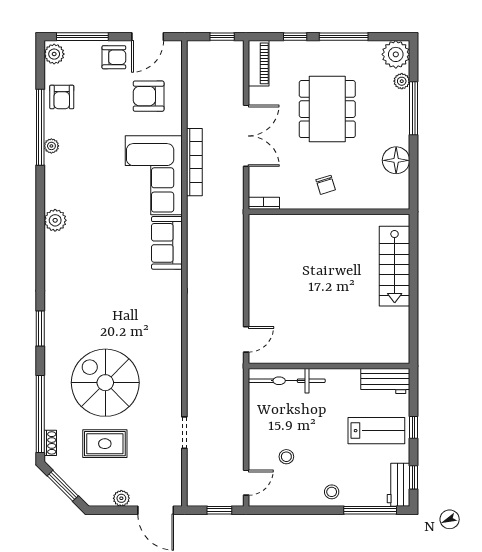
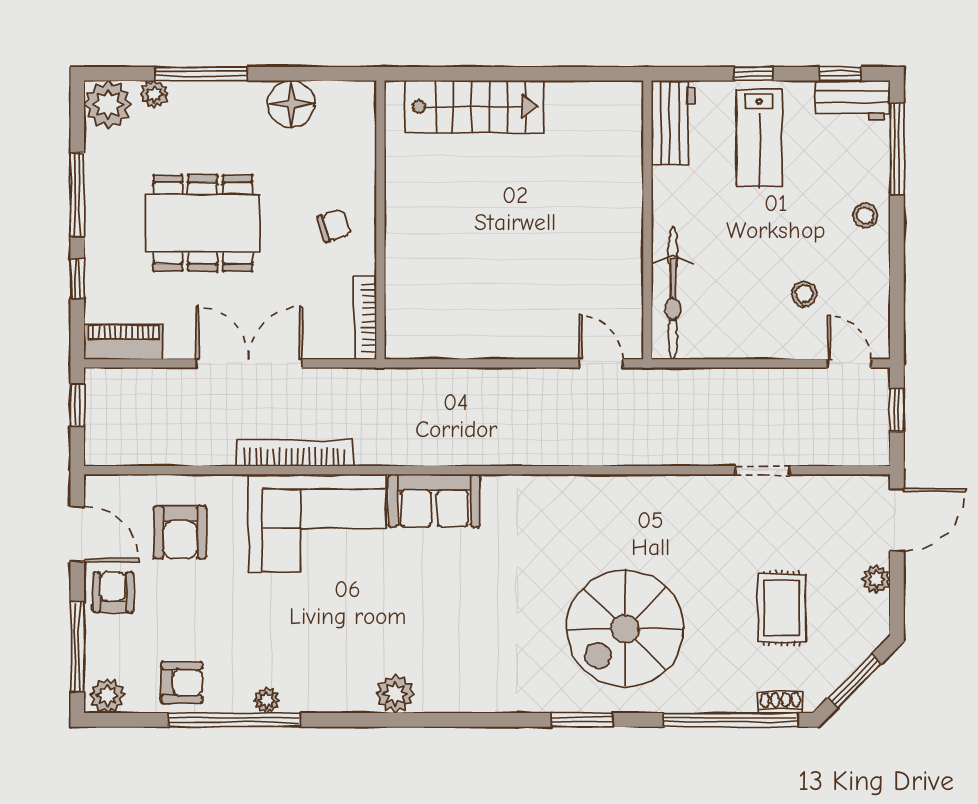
bookcase: (264, 203) -> (366, 318), width x1.56
spiral stairs: (105, 383) -> (625, 629), moved
lab bench: (376, 431) -> (759, 138), turned 180

